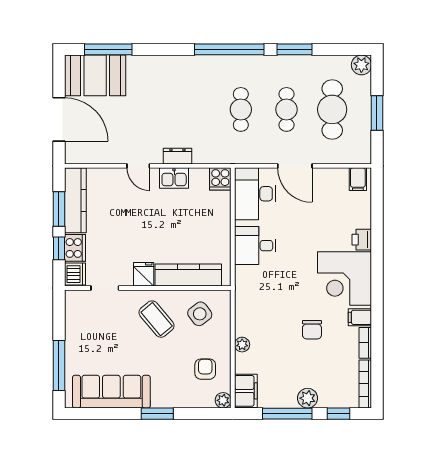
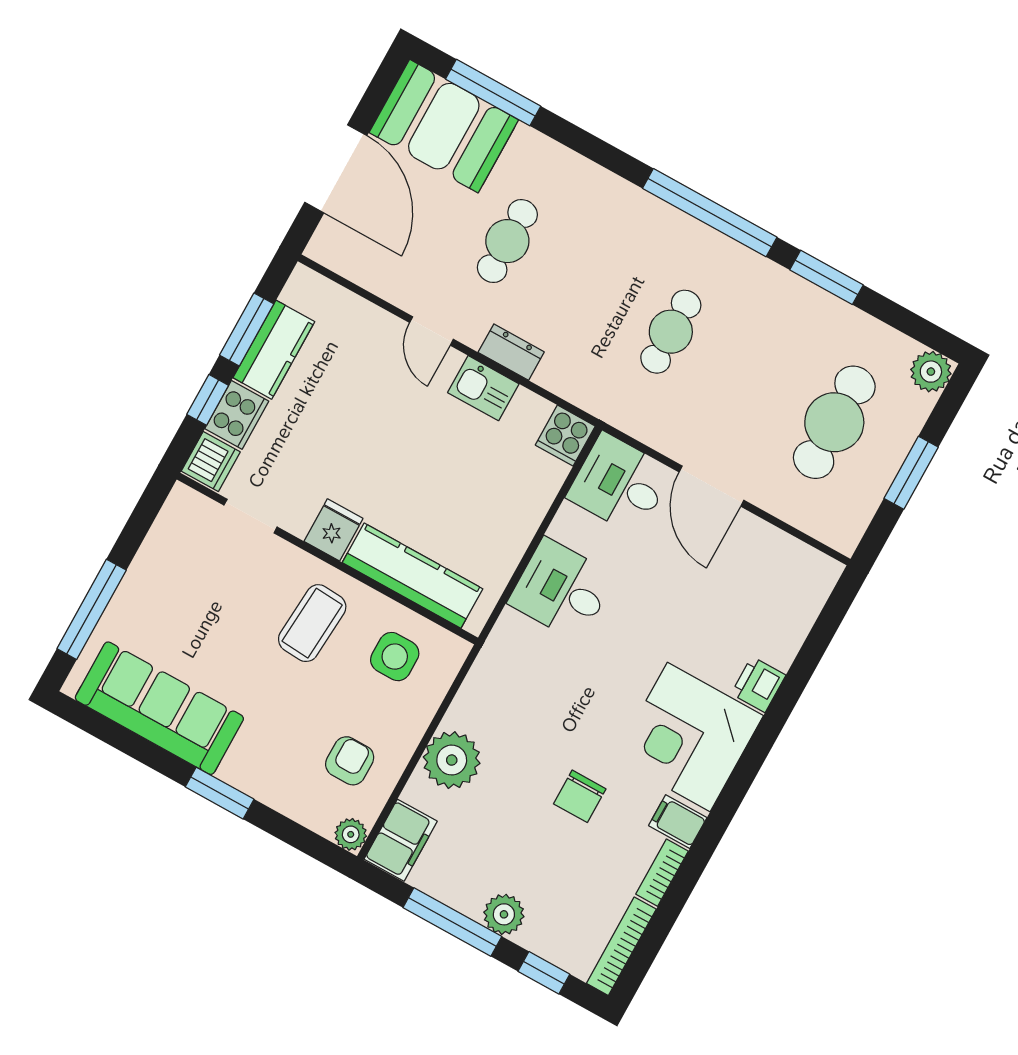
cafe table: (286, 109) -> (507, 241), moved
filing cabinet: (358, 179) -> (811, 572), removed
desk: (255, 194) -> (620, 484), width x0.73
kitchen counter: (75, 200) -> (274, 350), width x0.67
side table: (200, 314) -> (395, 657), turned 37
coffee table: (157, 319) -> (312, 623), turned 44
plant: (242, 345) -> (452, 760), width x1.88, depth x1.88

